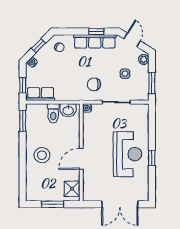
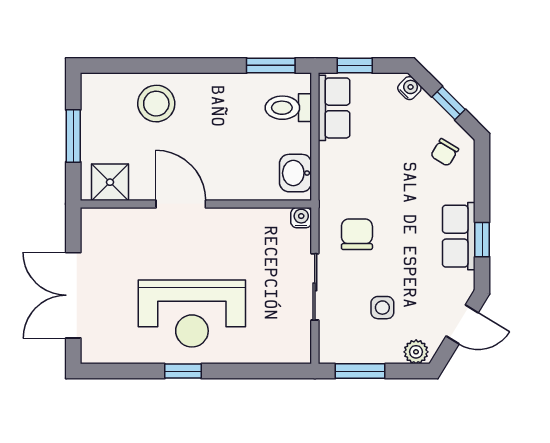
row of seats: (95, 41) -> (459, 236), width x0.68
toilet: (53, 113) -> (288, 108), moved
stool: (42, 155) -> (156, 104), moved

